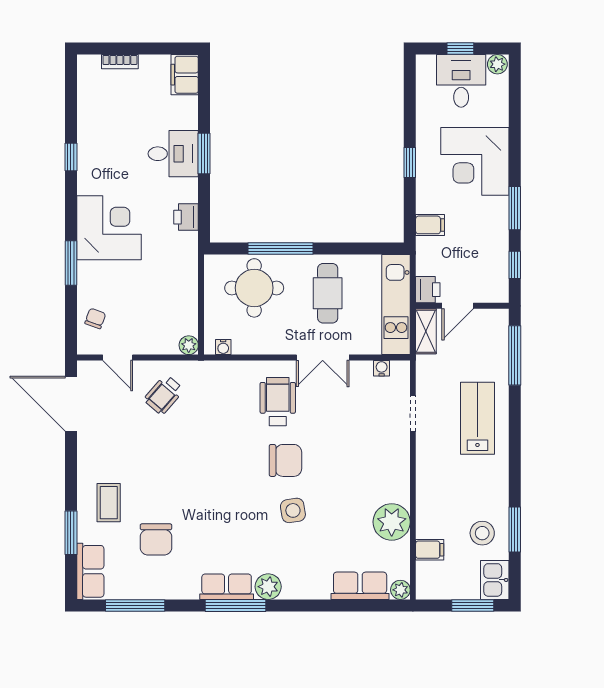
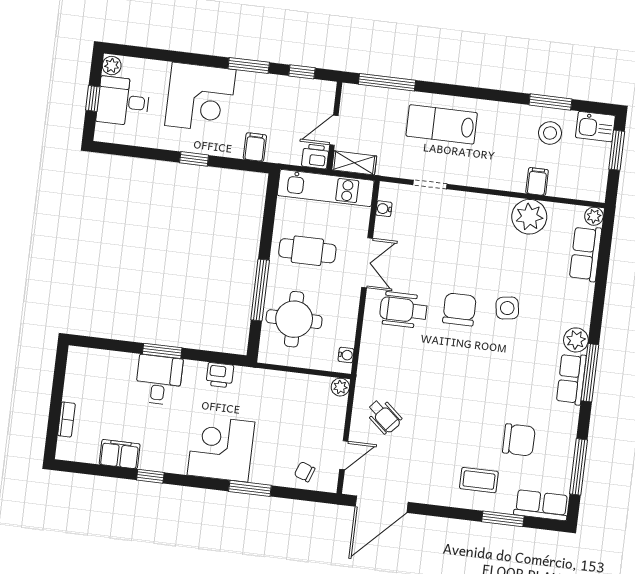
filing cabinet: (185, 75) -> (120, 454), moved, turned 180
door: (458, 306) -> (334, 130), swing flipped
filing cabinet: (430, 550) -> (537, 181), moved

